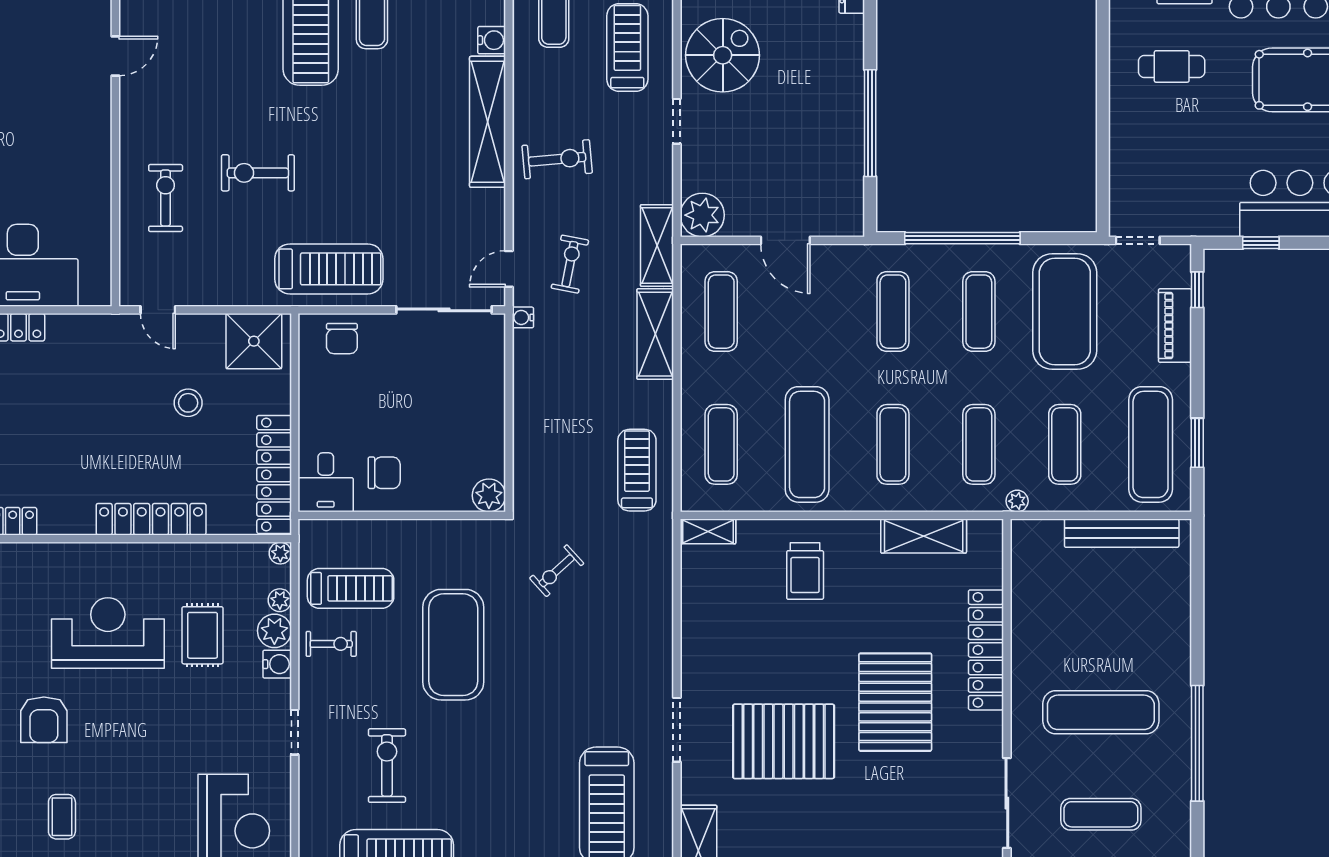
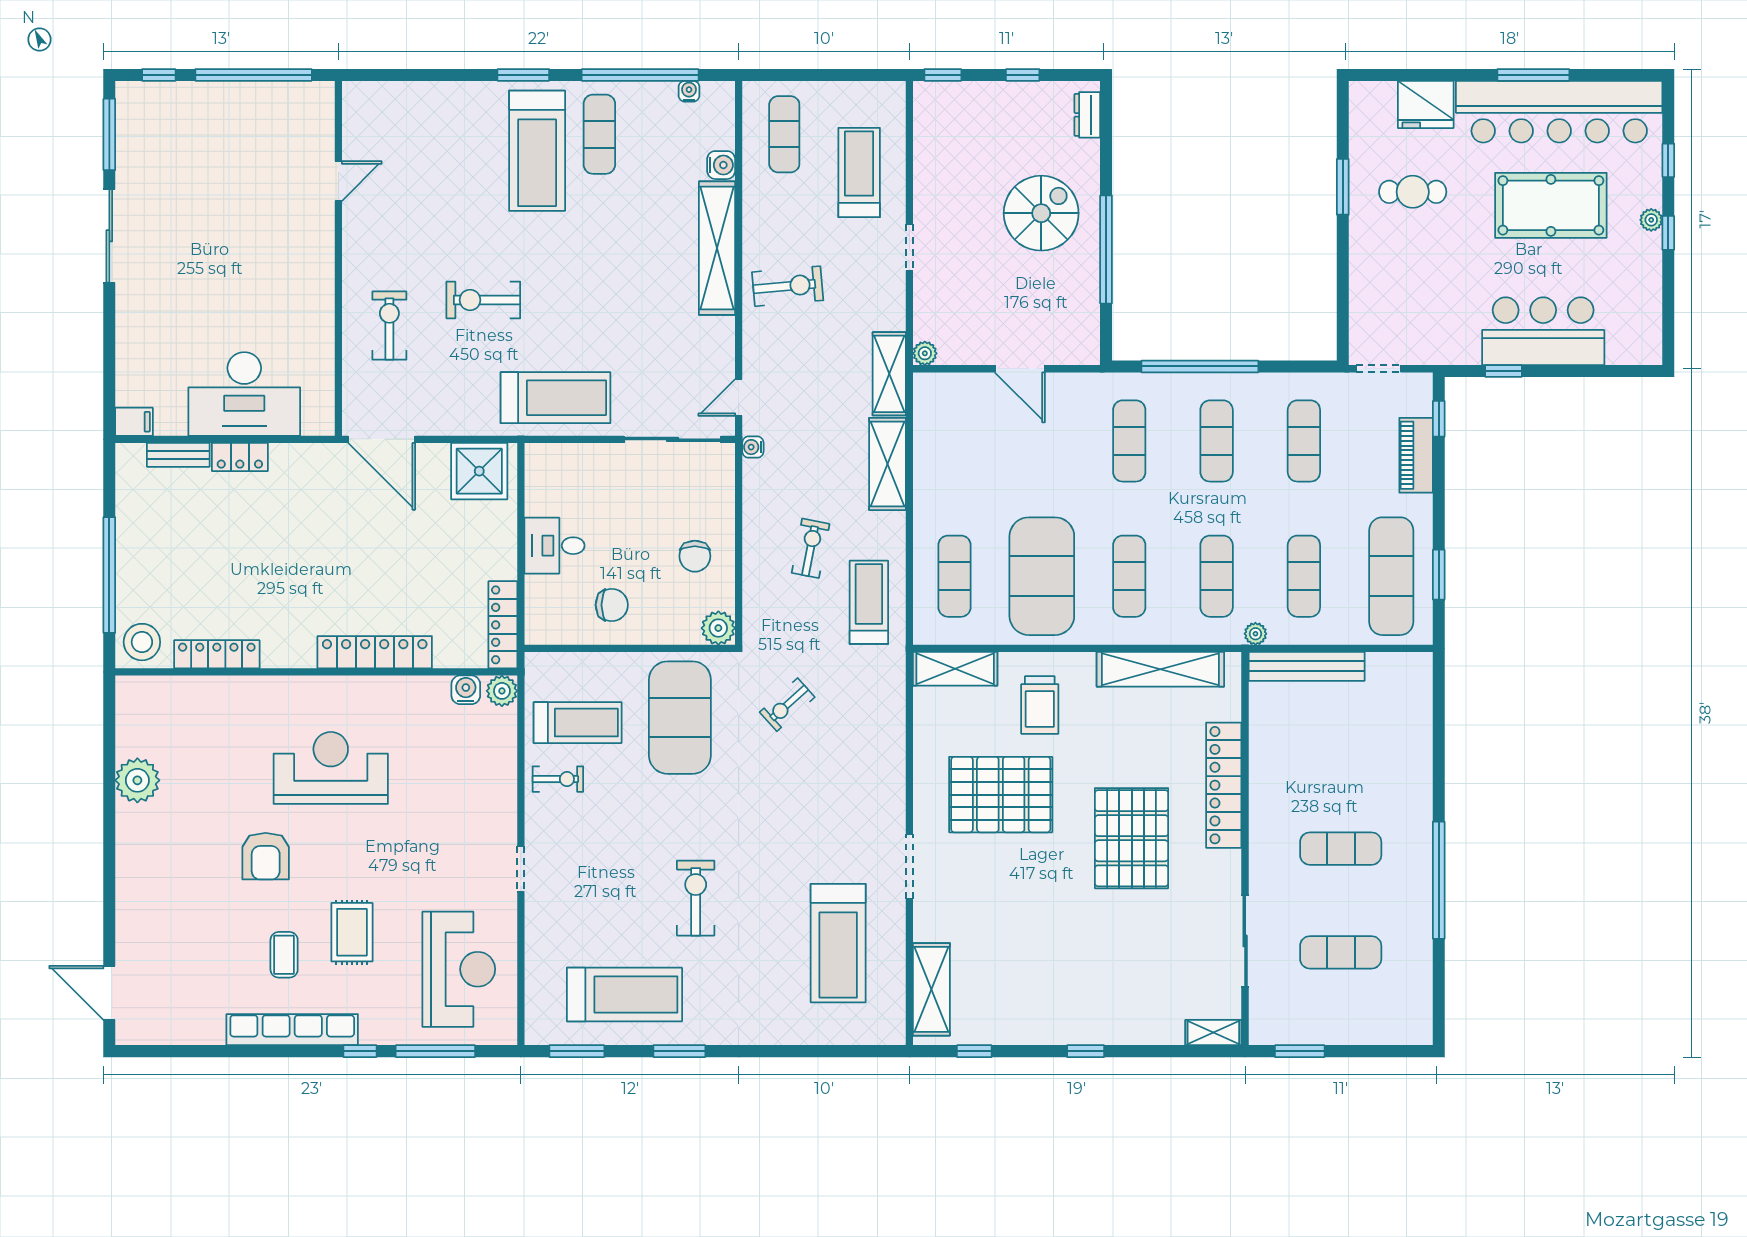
spiral stairs: (723, 55) -> (1041, 213), moved
window: (1103, 62) -> (1343, 187), added
plant: (702, 215) -> (925, 353), width x0.53, depth x0.53
exercise bike: (570, 264) -> (811, 548), moved
door: (158, 310) -> (382, 439), width x1.87
exercise mat: (721, 312) -> (955, 441), removed
exercise mat: (1065, 312) -> (1304, 441), width x0.50, depth x0.69
chair: (342, 339) -> (695, 556), moved
stool: (188, 403) -> (412, 534), removed
exercise mat: (807, 444) -> (1042, 576), width x1.47
locker: (274, 475) -> (503, 625), width x0.71, depth x0.83
desk: (326, 482) -> (554, 546), moved, turned 90
shelving: (708, 531) -> (955, 669), width x1.50, depth x1.33
bench: (1122, 533) -> (1307, 666), moved
shelving: (924, 536) -> (1160, 669), width x1.47
plant: (280, 553) -> (502, 691), width x1.38, depth x1.38
plant: (280, 600) -> (506, 735), removed
plant: (274, 631) -> (500, 766), removed
rug: (202, 635) -> (352, 932), moved
exercise mat: (453, 645) -> (680, 718), moved
water cooler: (277, 664) -> (466, 690), moved, turned -90
exercise mat: (1101, 712) -> (1341, 849), width x0.73, depth x0.69
pallet: (784, 741) -> (1001, 795), moved
exercise bike: (387, 766) -> (696, 898), moved

